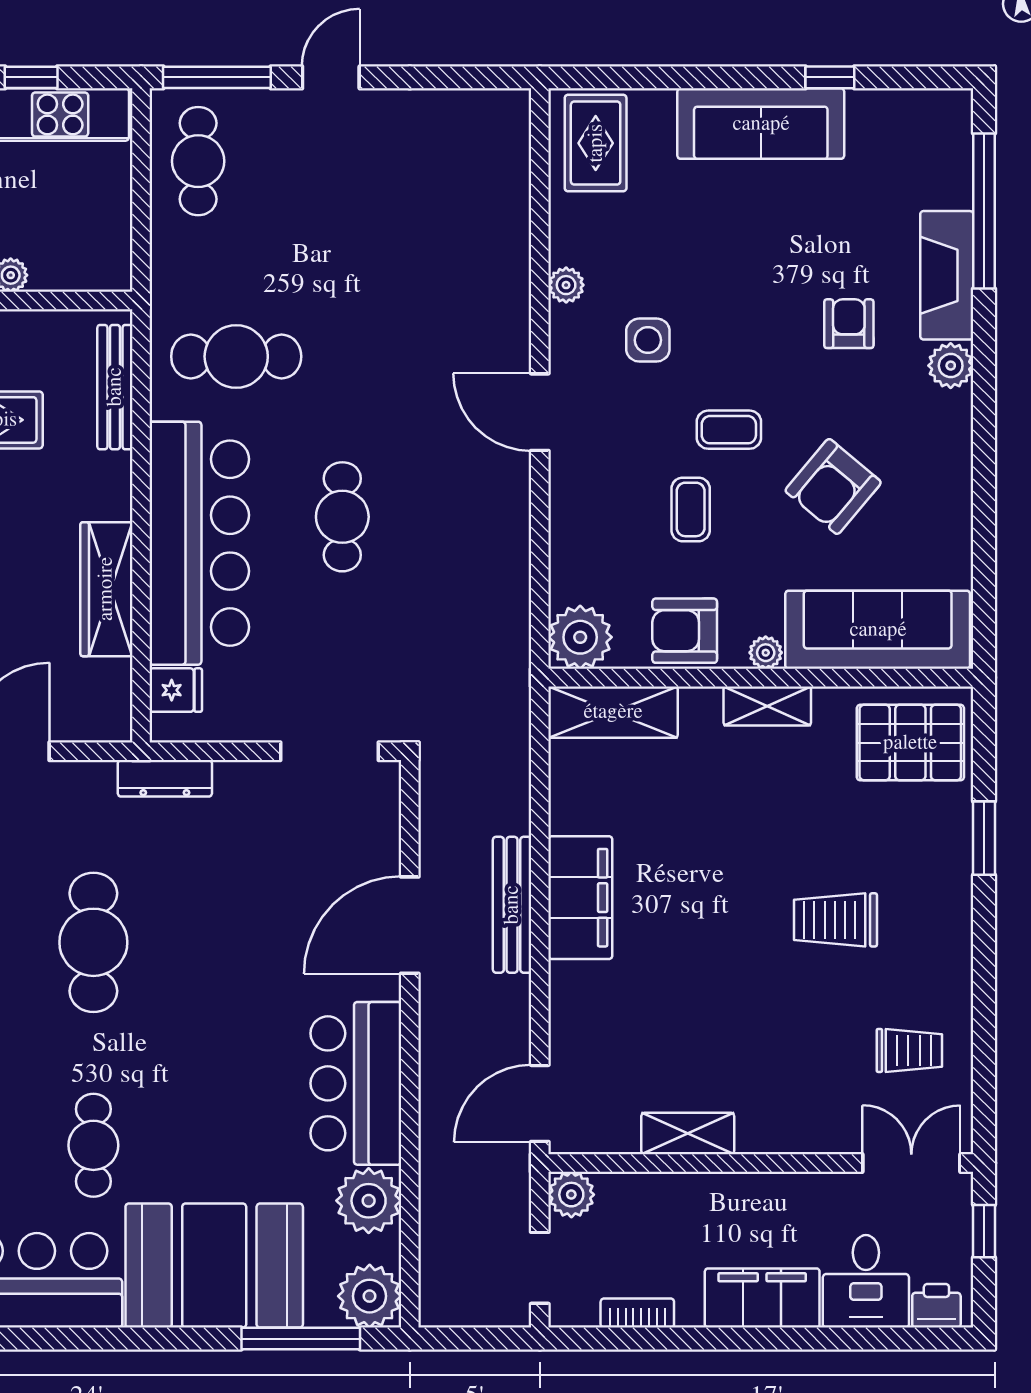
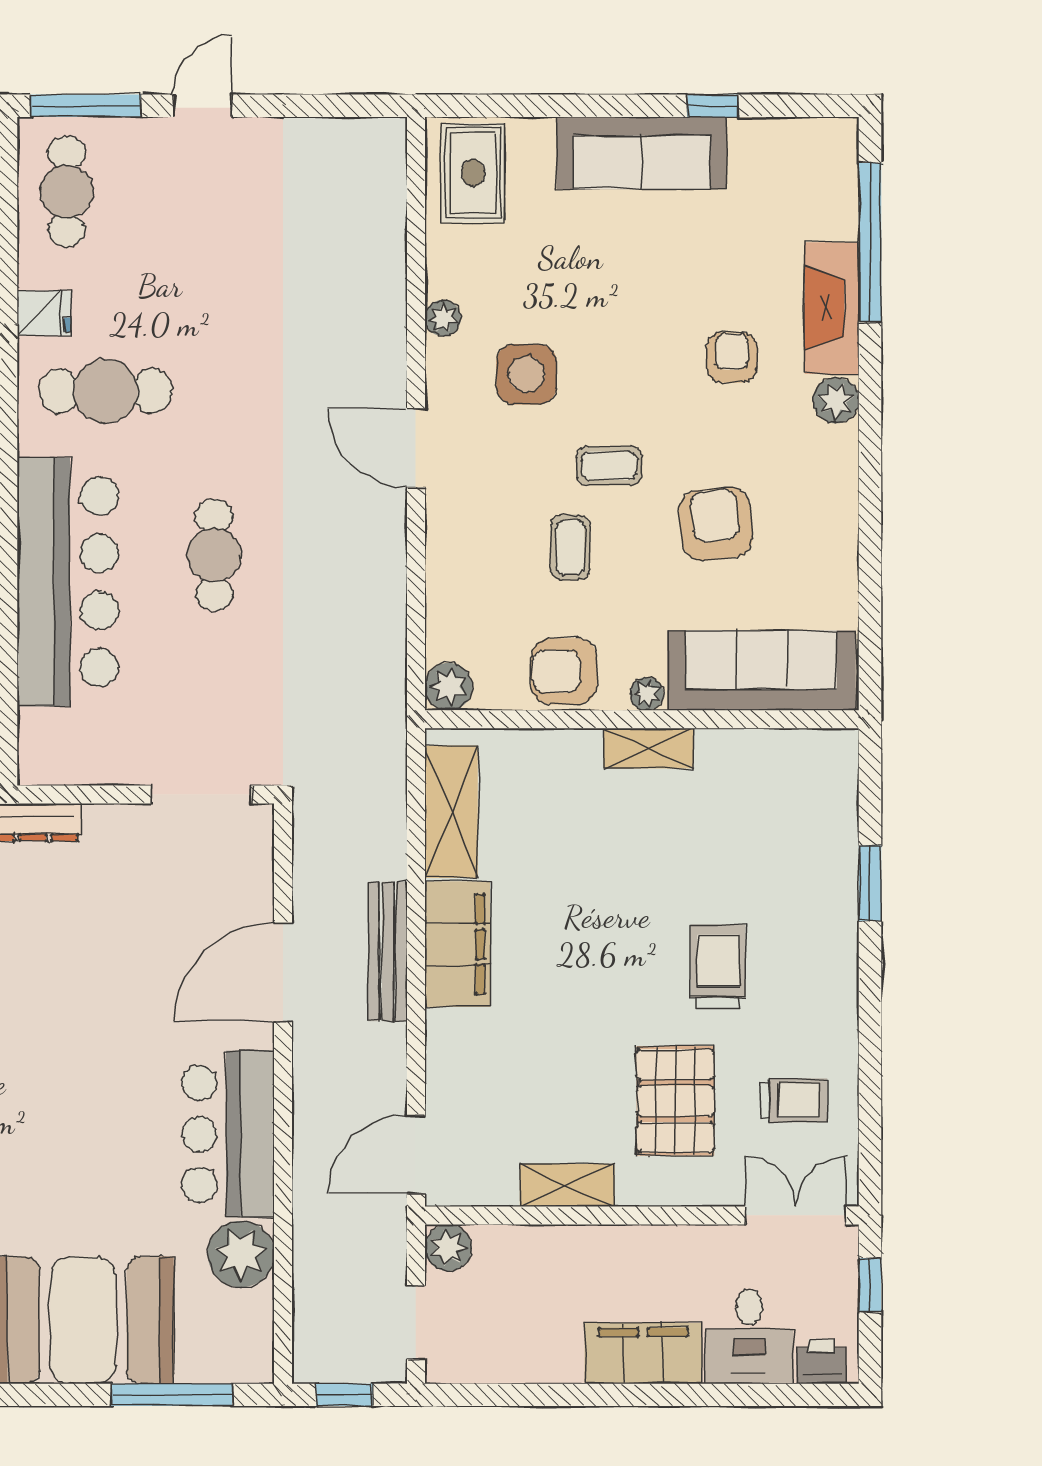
side table: (648, 340) -> (526, 374), width x1.37, depth x1.37
armchair: (833, 486) -> (716, 524), turned 134
plant: (580, 637) -> (449, 687), width x0.73, depth x0.73
fridge: (176, 690) -> (44, 313), moved
shelving: (613, 712) -> (451, 812), moved, turned 90
pallet: (910, 743) -> (675, 1101), moved, turned 90
trolley: (835, 920) -> (718, 967), turned 90
plant: (370, 1296) -> (242, 1351), removed
bookcase: (637, 1313) -> (516, 1369), removed
window: (470, 1339) -> (344, 1395), added

